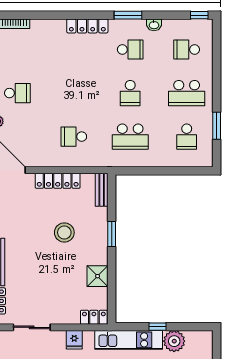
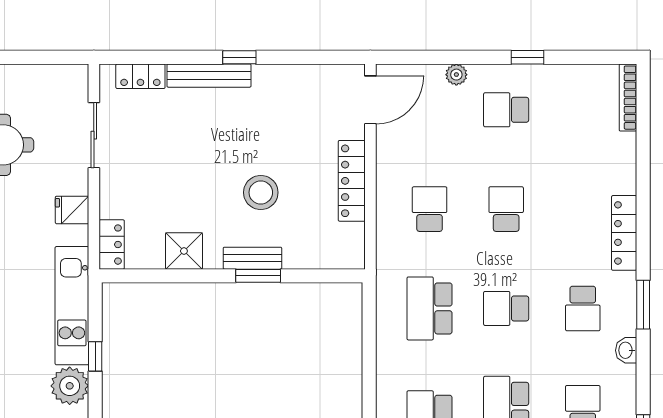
school desk: (17, 93) -> (506, 110), turned 90
school desk: (74, 93) -> (506, 209), added
bench: (102, 190) -> (252, 258), moved

